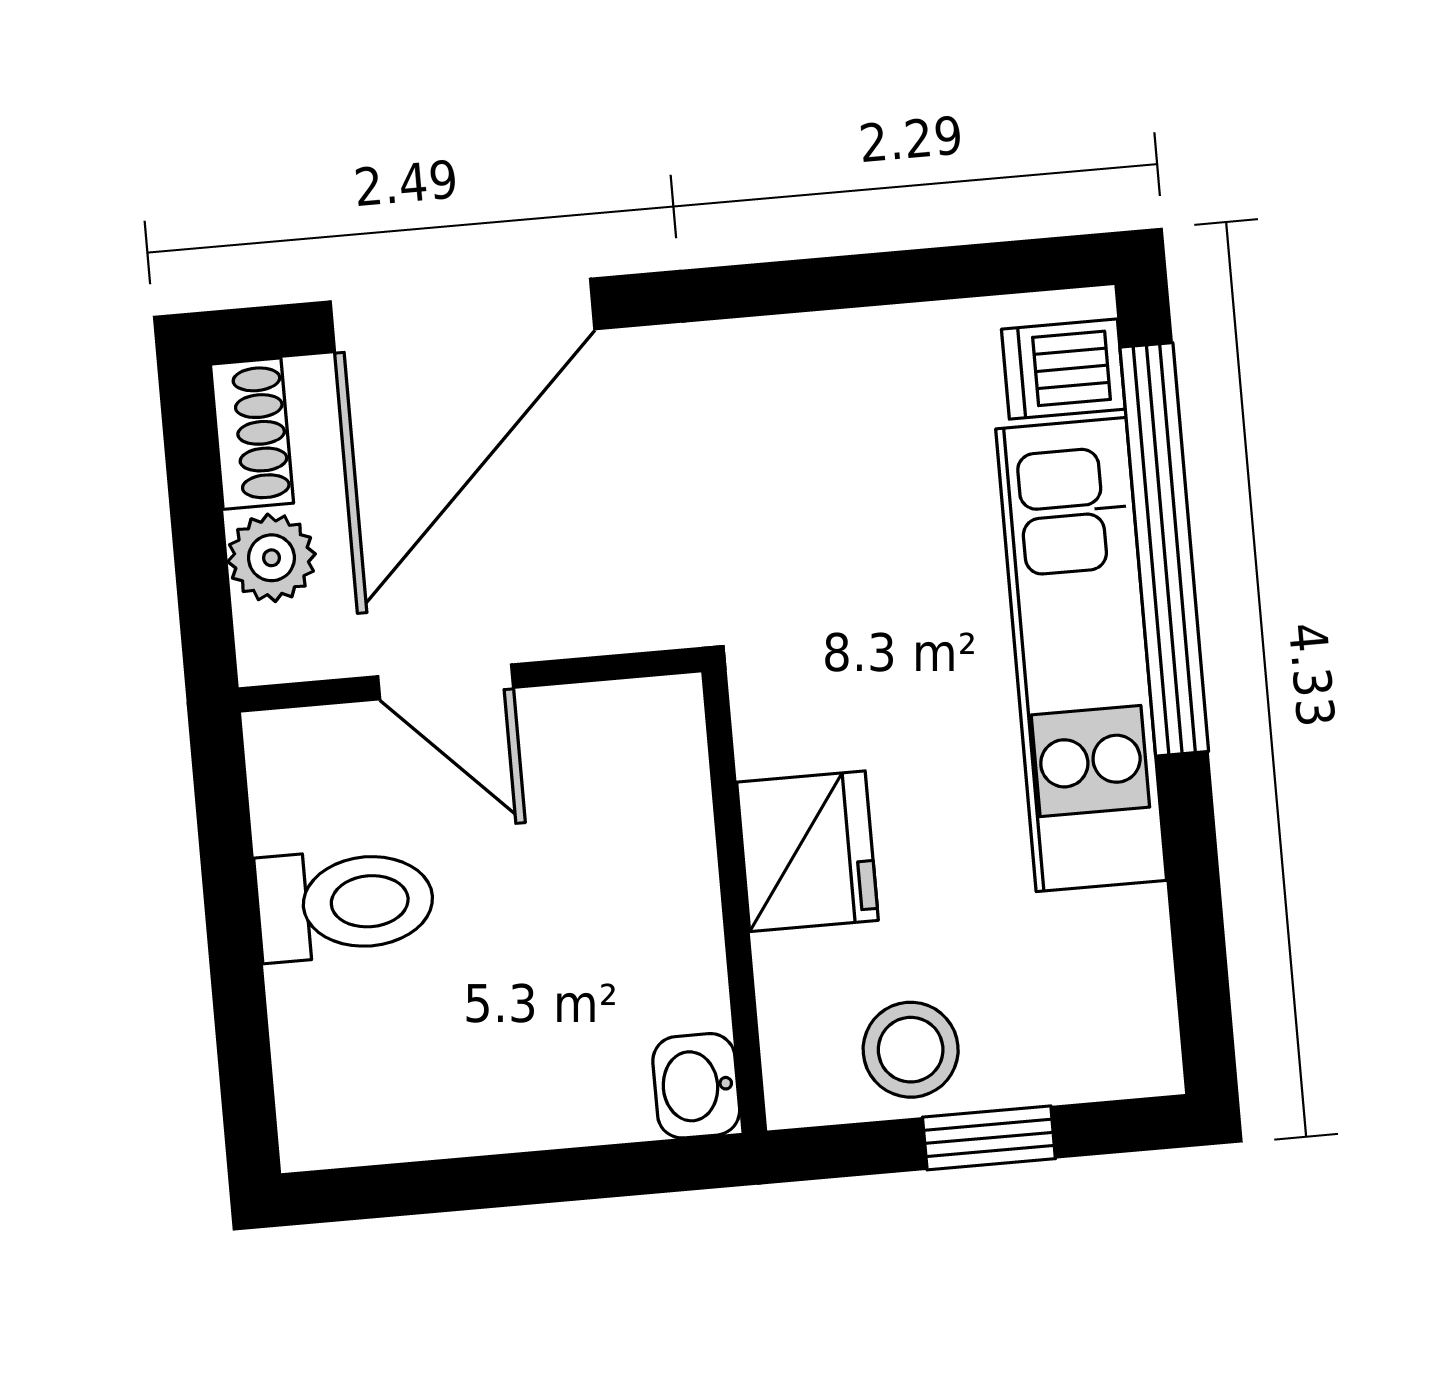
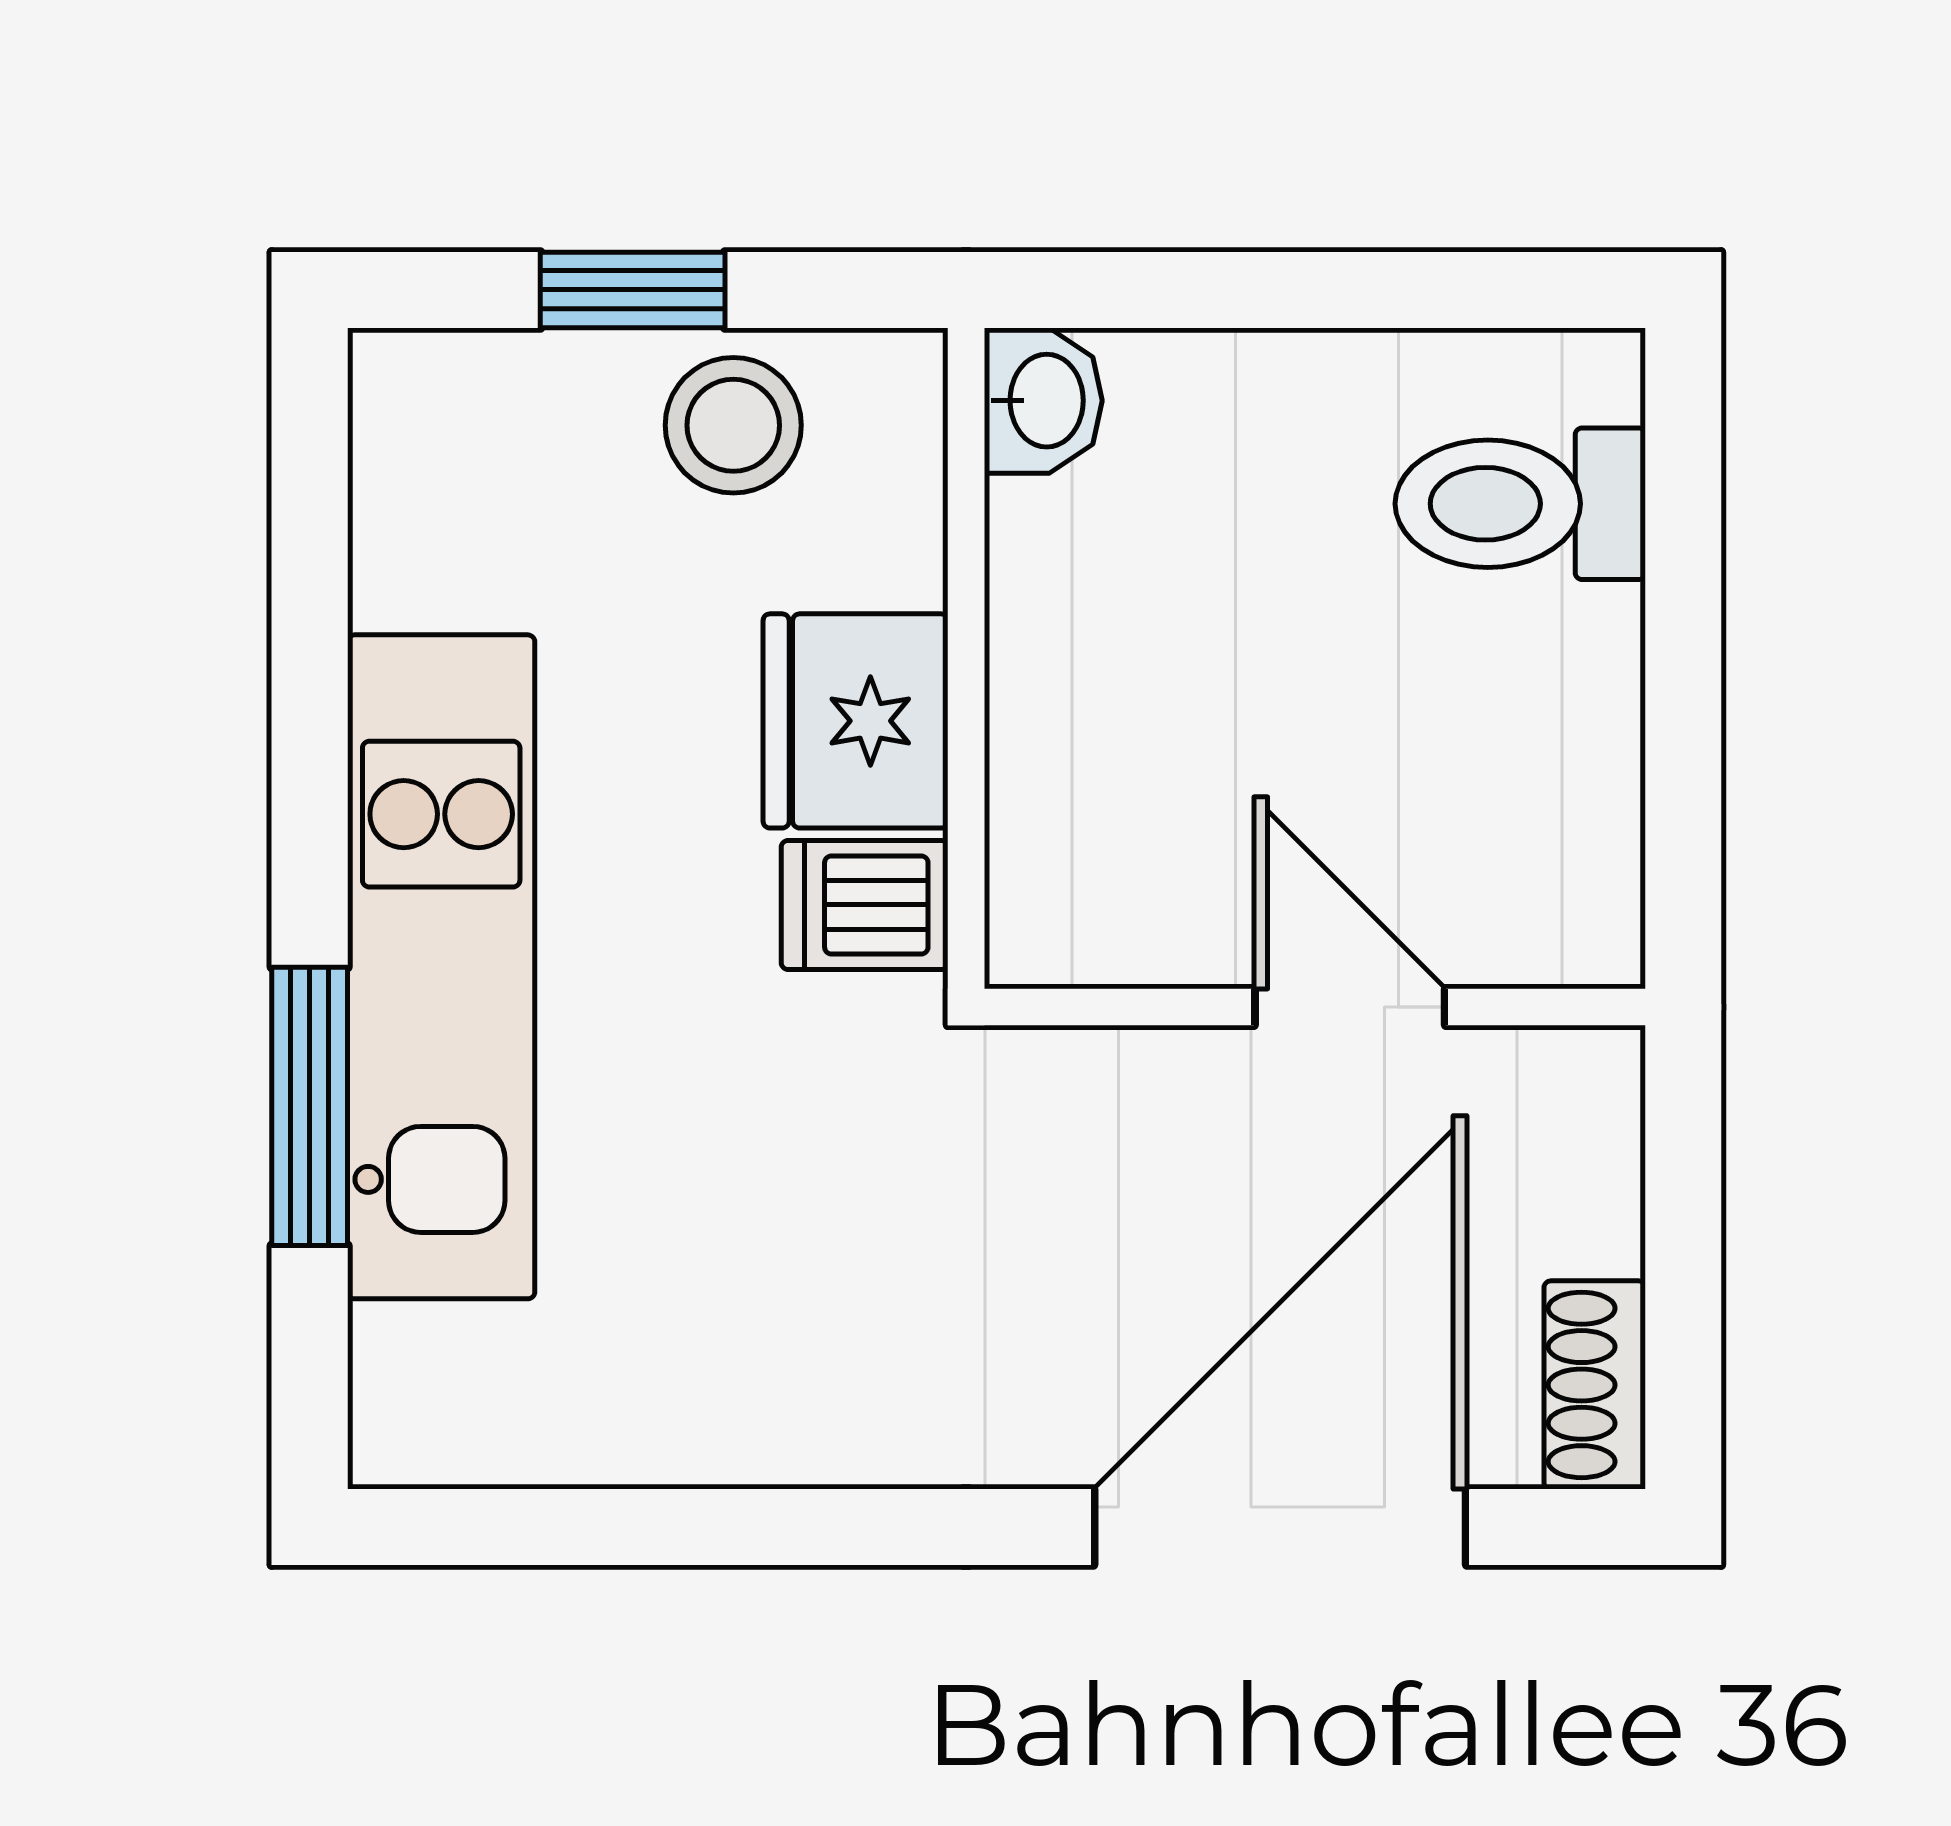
dishwasher: (1063, 369) -> (865, 905), moved, turned 180
window: (1164, 549) -> (310, 1106), width x0.47
plant: (271, 558) -> (1582, 1206), removed
toilet: (345, 903) -> (1520, 504), moved

